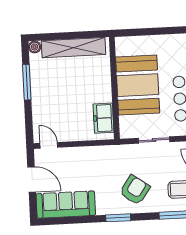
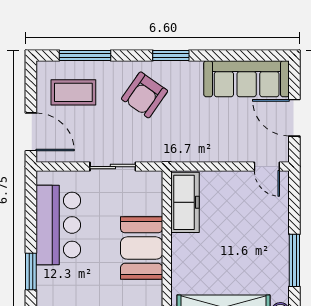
booth: (138, 85) -> (142, 248), width x0.73, depth x0.70
freezer: (103, 118) -> (185, 202), width x1.40

